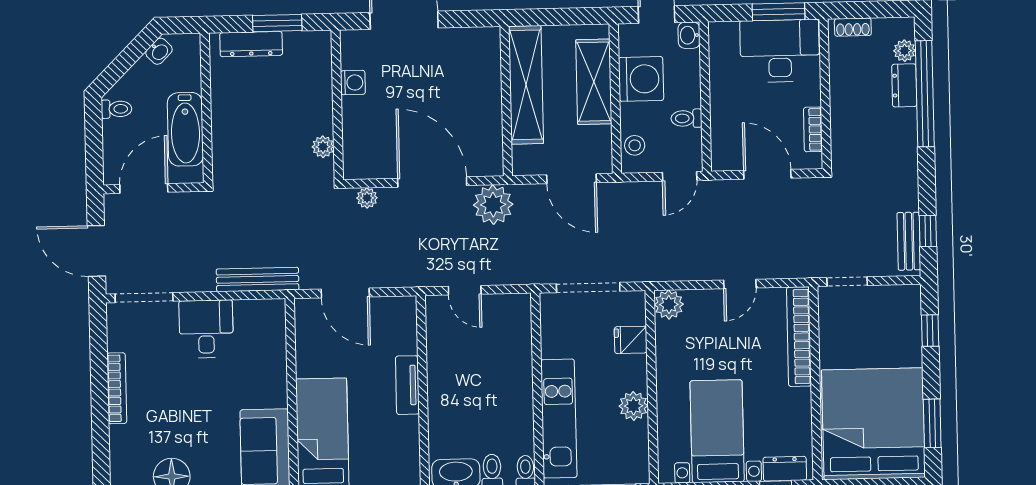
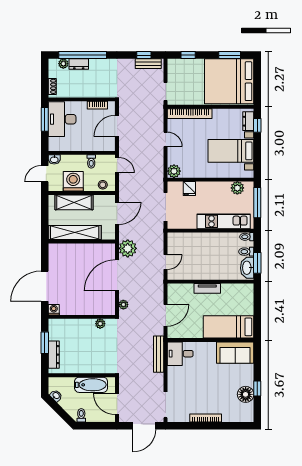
washing machine: (353, 83) -> (54, 310), moved
desk: (206, 329) -> (180, 354), moved
plant: (633, 406) -> (237, 188), moved

